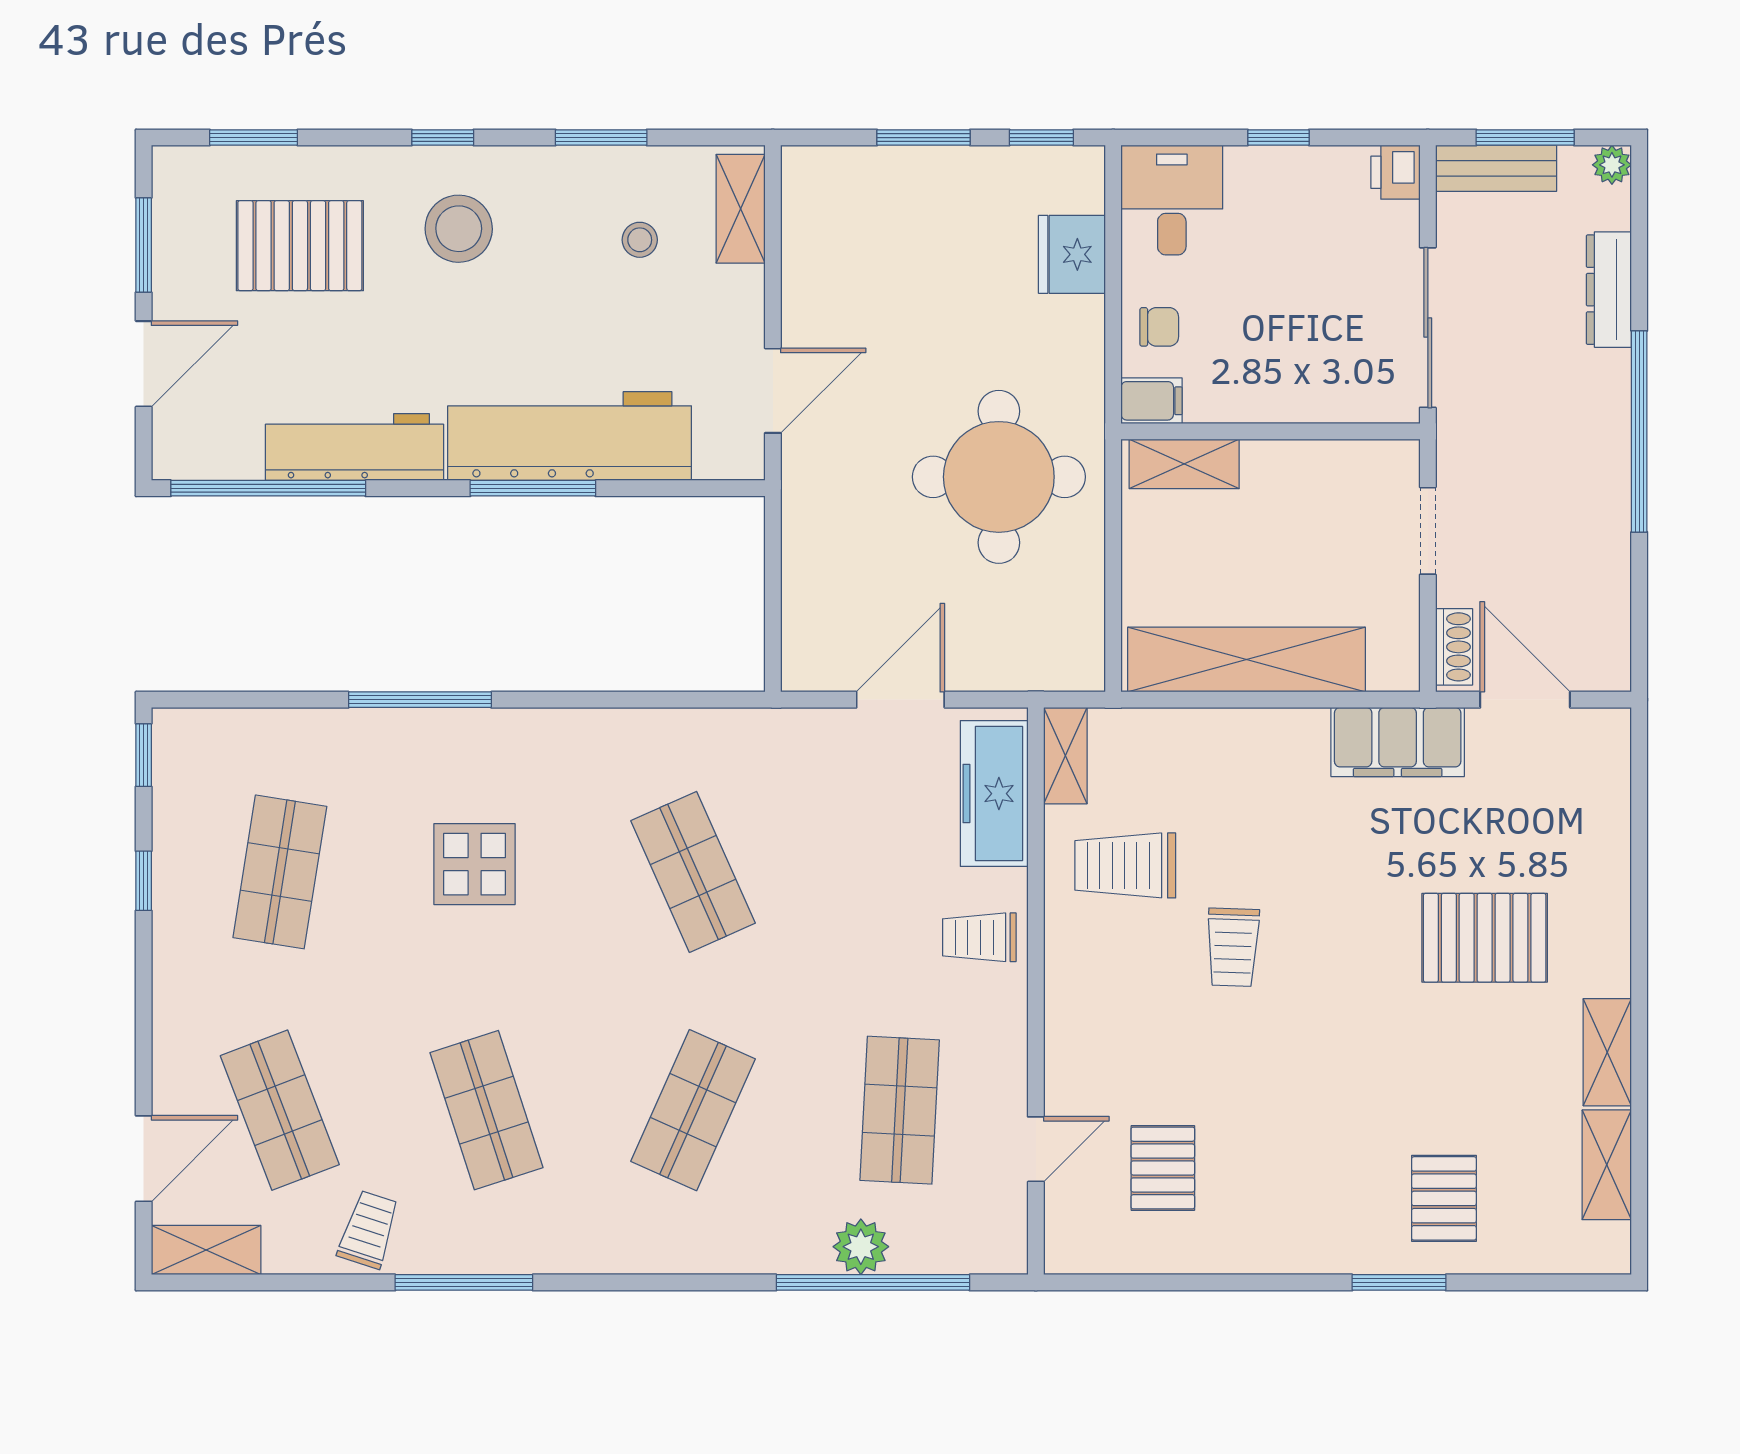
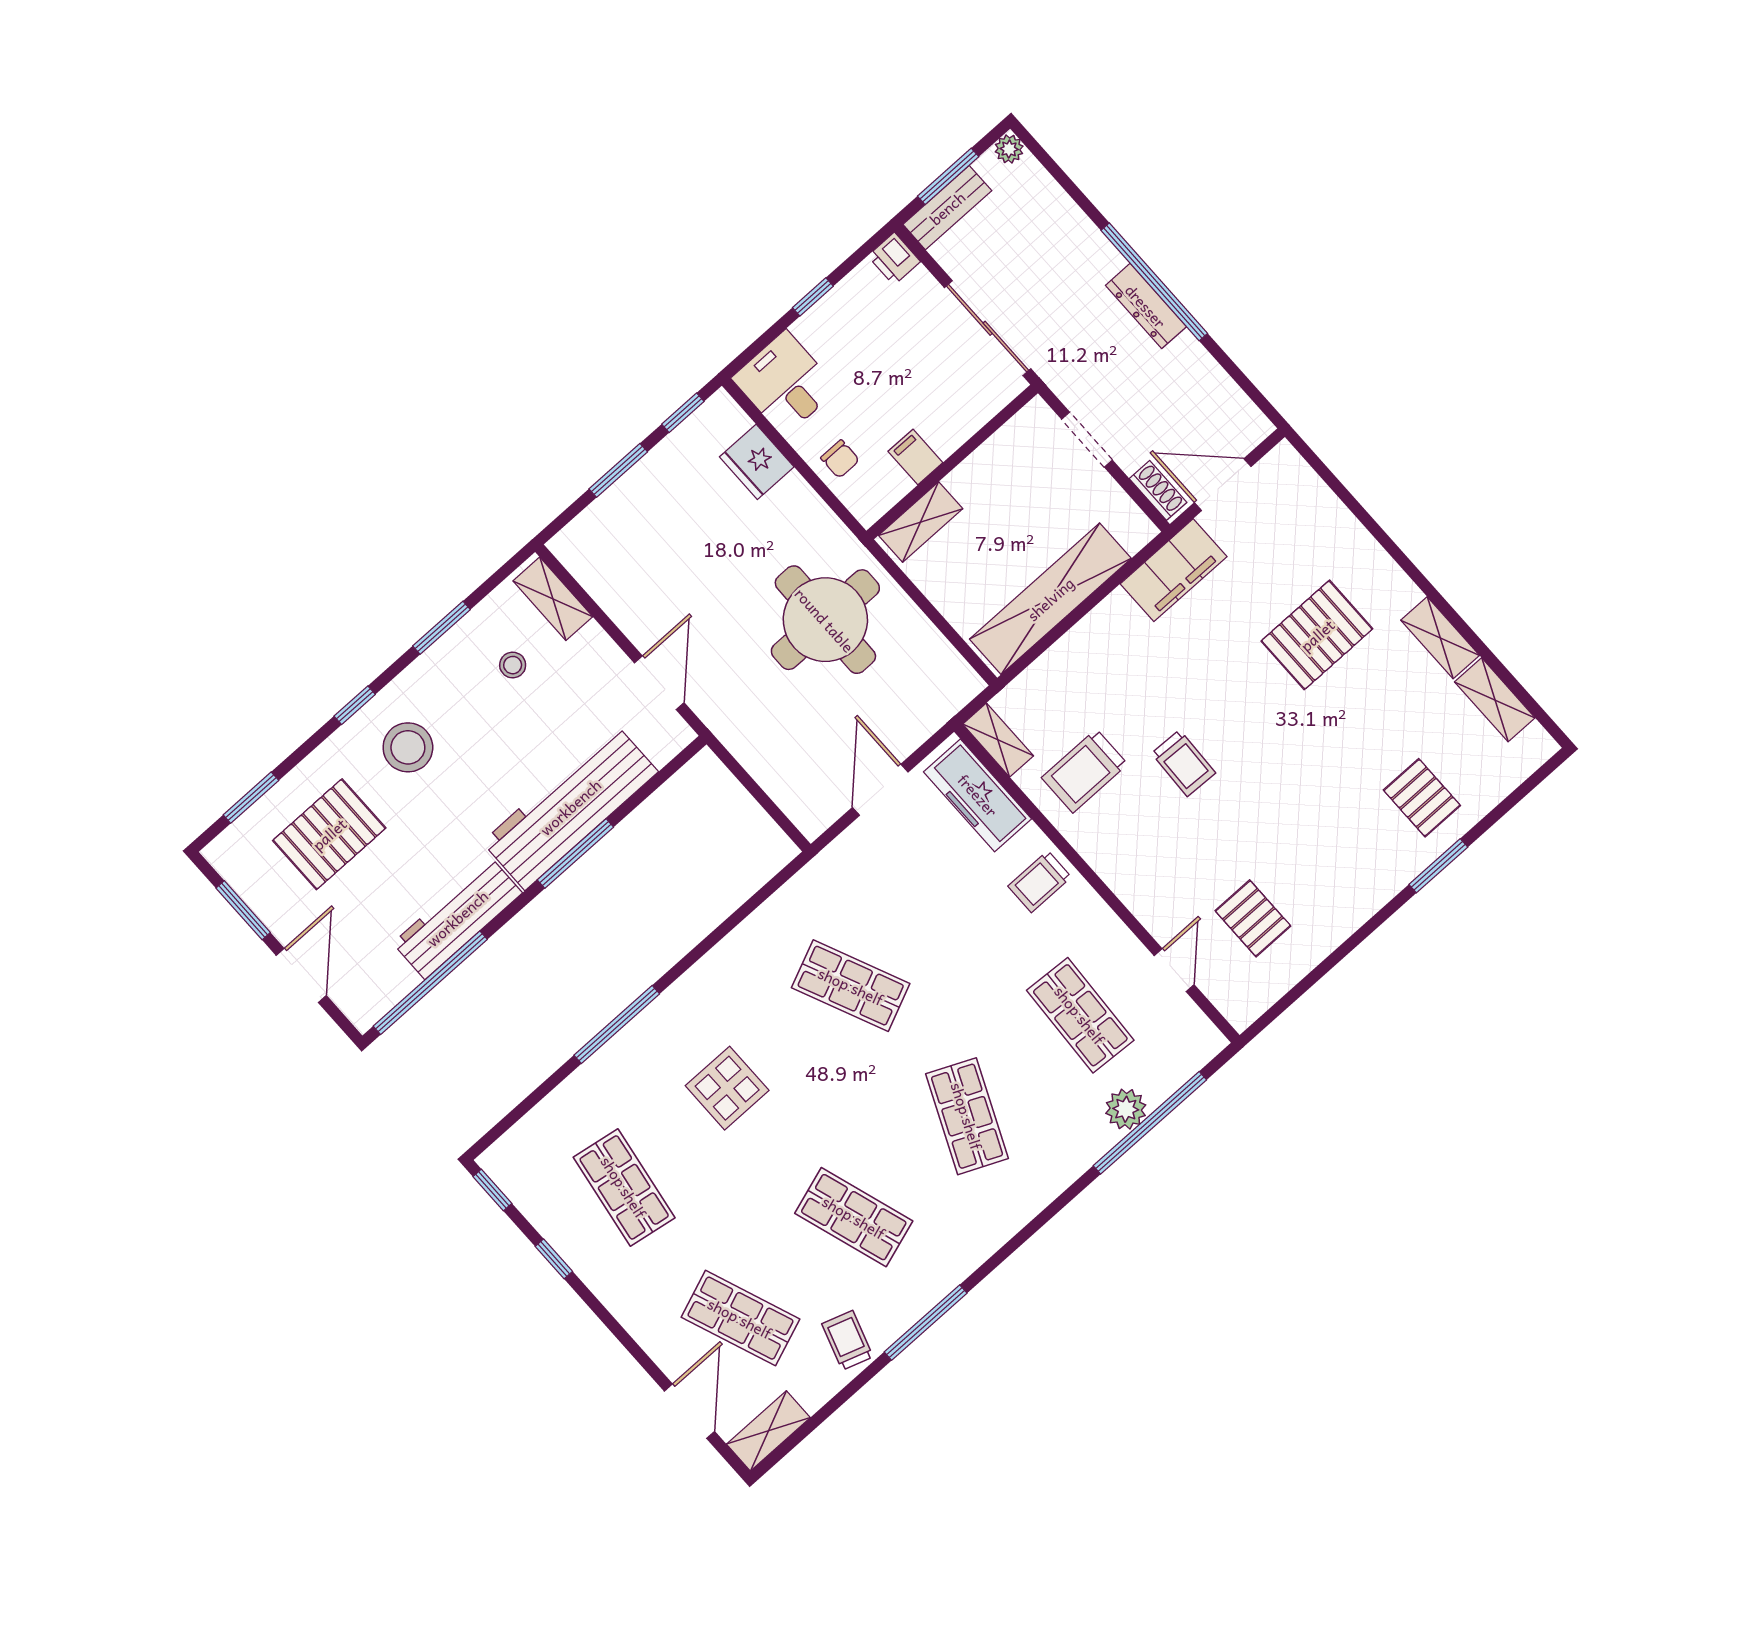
dresser: (1609, 290) -> (1146, 306), moved
chair: (1159, 327) -> (840, 459), turned 90
filing cabinet: (1152, 401) -> (915, 457), moved, turned -90

